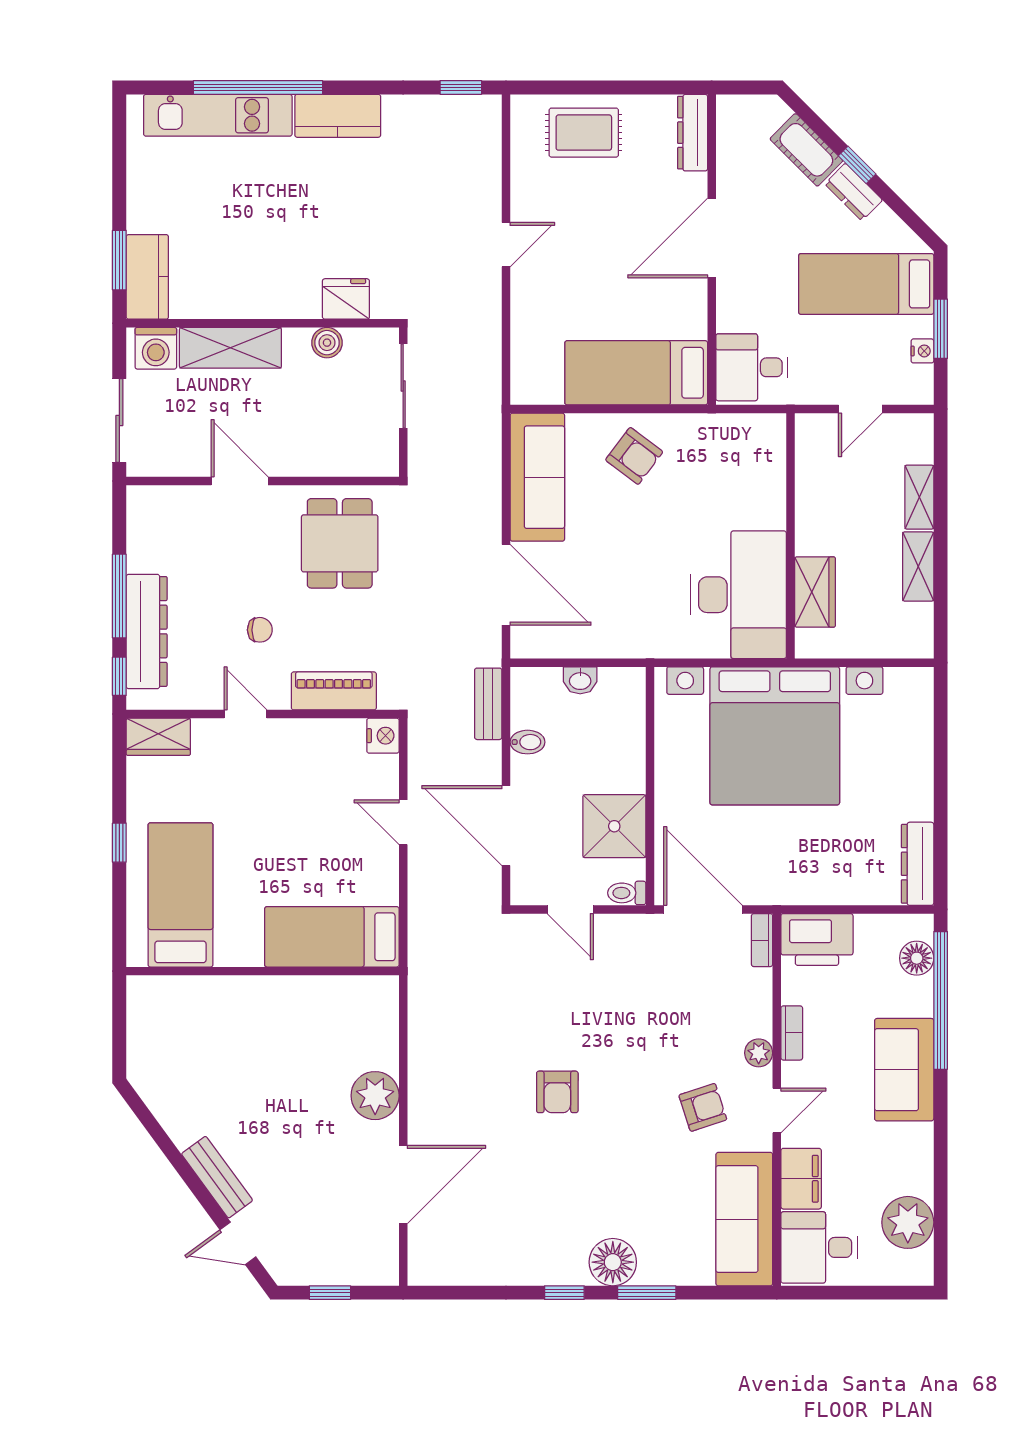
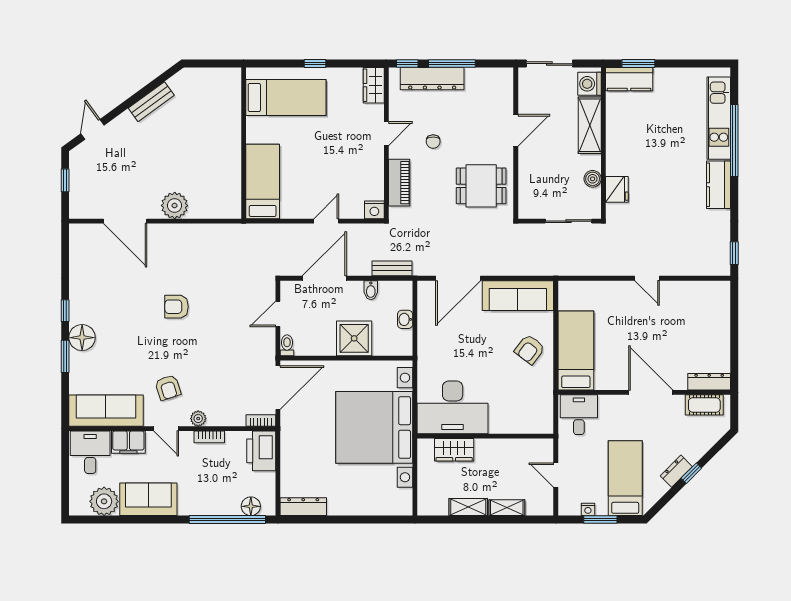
rug: (584, 133) -> (709, 321), removed
cot: (806, 150) -> (704, 405), moved, turned 45
shower: (614, 826) -> (354, 338), moved
sofa: (904, 1070) -> (148, 499), moved
bench: (217, 1177) -> (151, 102), moved

